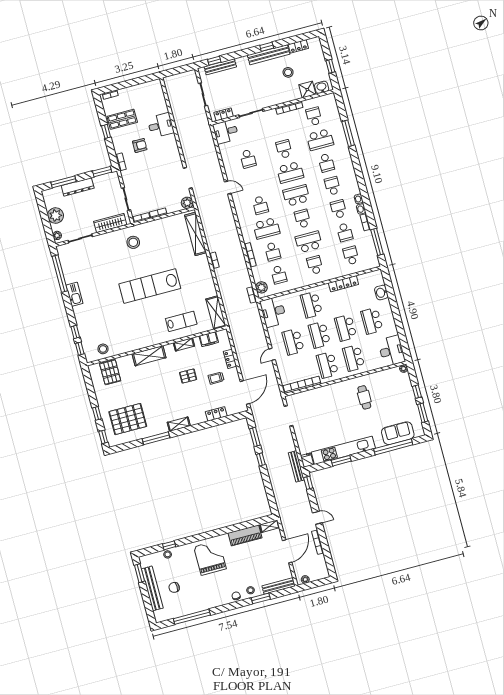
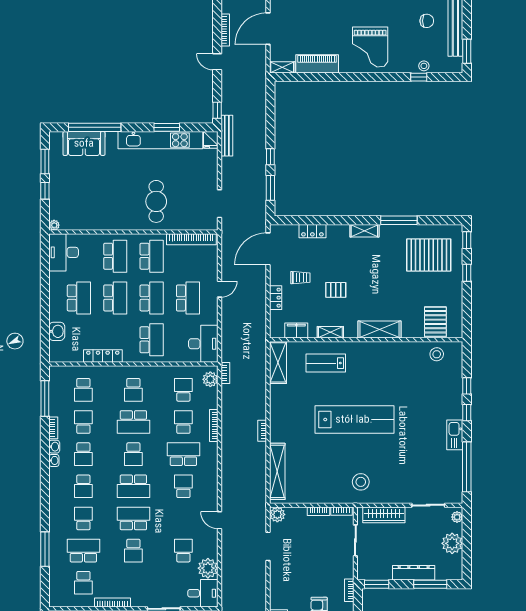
plant: (227, 151) -> (208, 568), added
window: (80, 349) -> (467, 413), moved
cafe table: (364, 397) -> (156, 201), moved, width x1.37, depth x1.35

